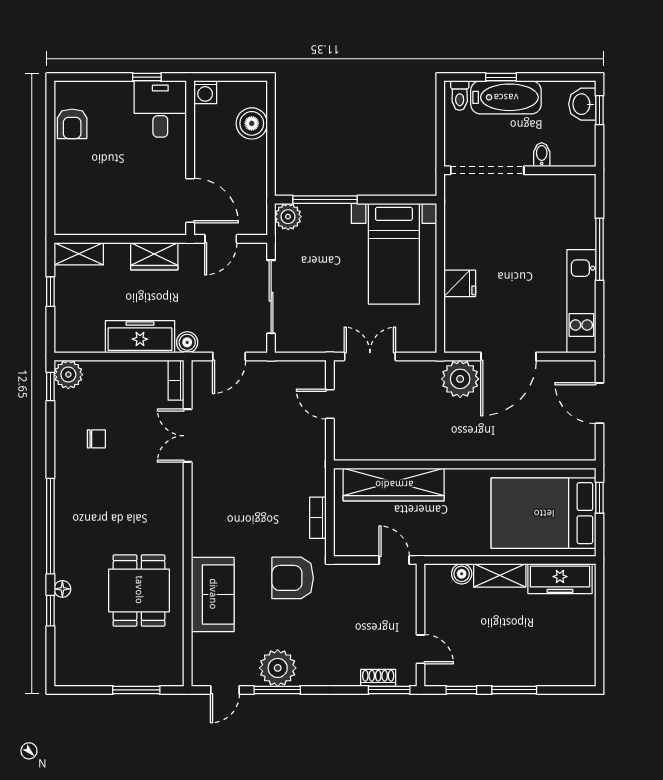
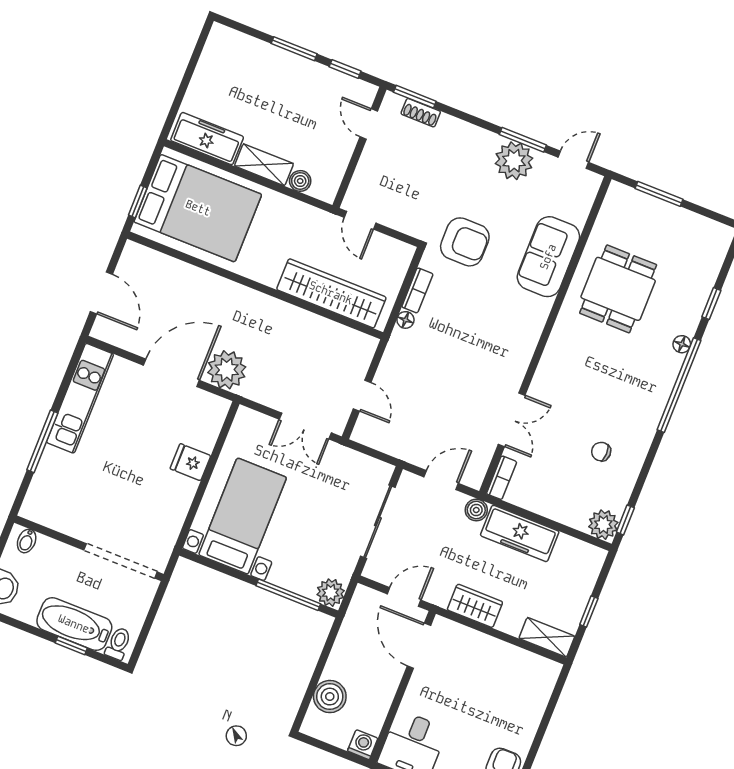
bidet: (542, 155) -> (27, 541), moved
floor lamp: (318, 487) -> (405, 320), added
floor lamp: (62, 589) -> (682, 344), moved

